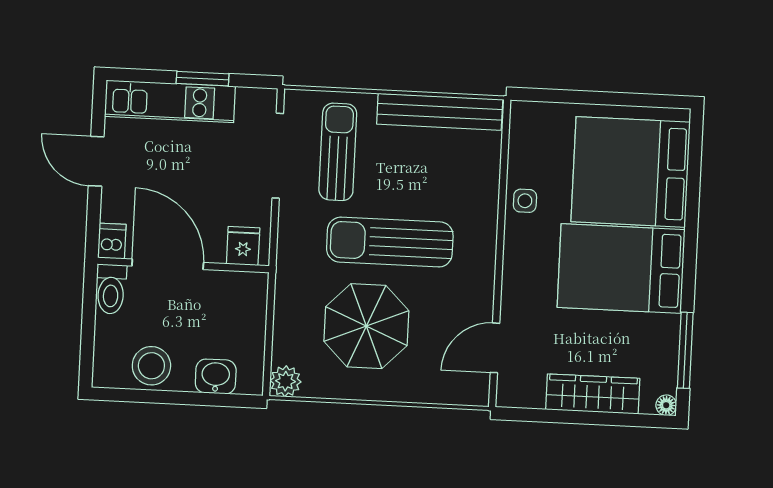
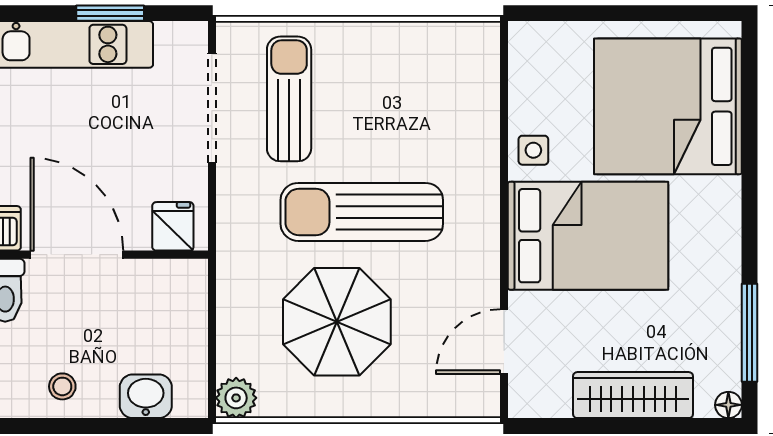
bench: (440, 112) -> (418, 41), removed
bed: (621, 269) -> (588, 236), moved, turned 180
stool: (151, 366) -> (62, 386), width x0.53, depth x0.53

